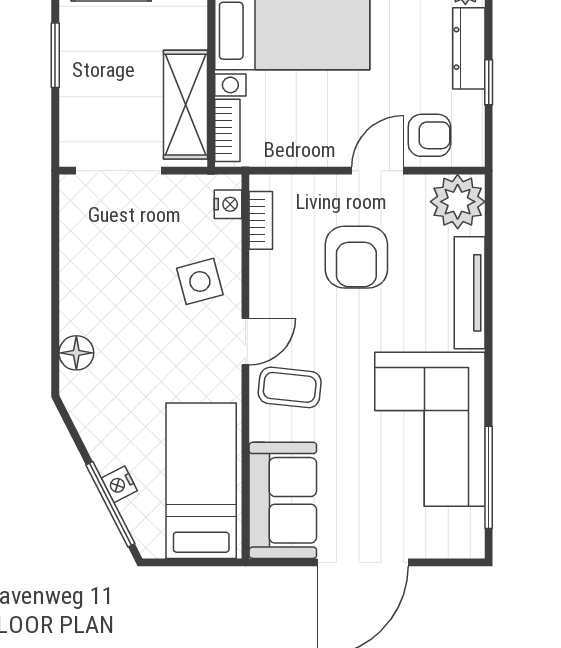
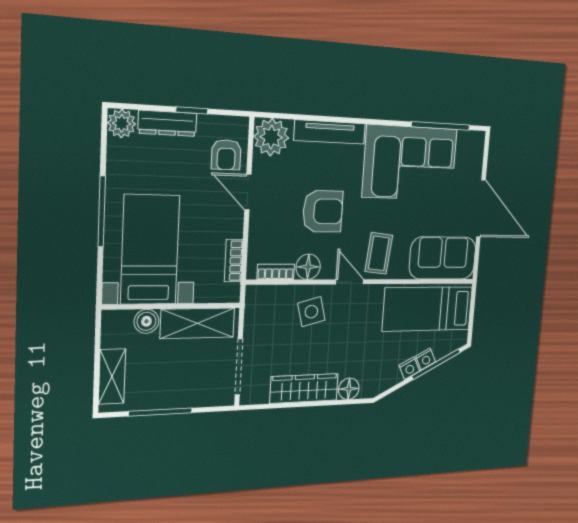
boiler: (190, 30) -> (146, 321), added
window: (55, 55) -> (160, 412), width x1.44
bookcase: (227, 130) -> (234, 261), moved, turned -90
armchair: (429, 135) -> (226, 155), turned 180
nightstand: (228, 204) -> (409, 368), moved, turned 153
armchair: (356, 257) -> (323, 211), moved
floor lamp: (268, 272) -> (308, 267), added
wardrobe: (80, 278) -> (304, 389), added

